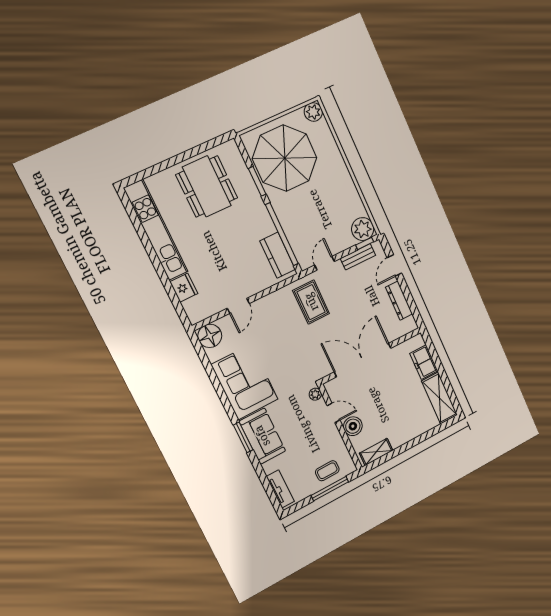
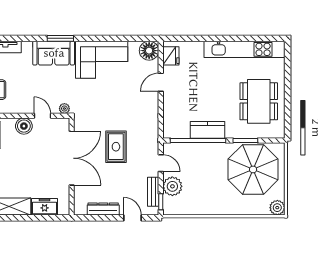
dining table: (207, 186) -> (259, 101), turned 90
plant: (363, 229) -> (172, 186), moved
kitchen counter: (278, 255) -> (208, 130), moved
fridge: (184, 288) -> (171, 56), moved, turned -90
rug: (311, 302) -> (116, 147), moved, turned 90
door: (238, 306) -> (161, 82), hinge flipped
door: (333, 413) -> (42, 116), swing flipped

